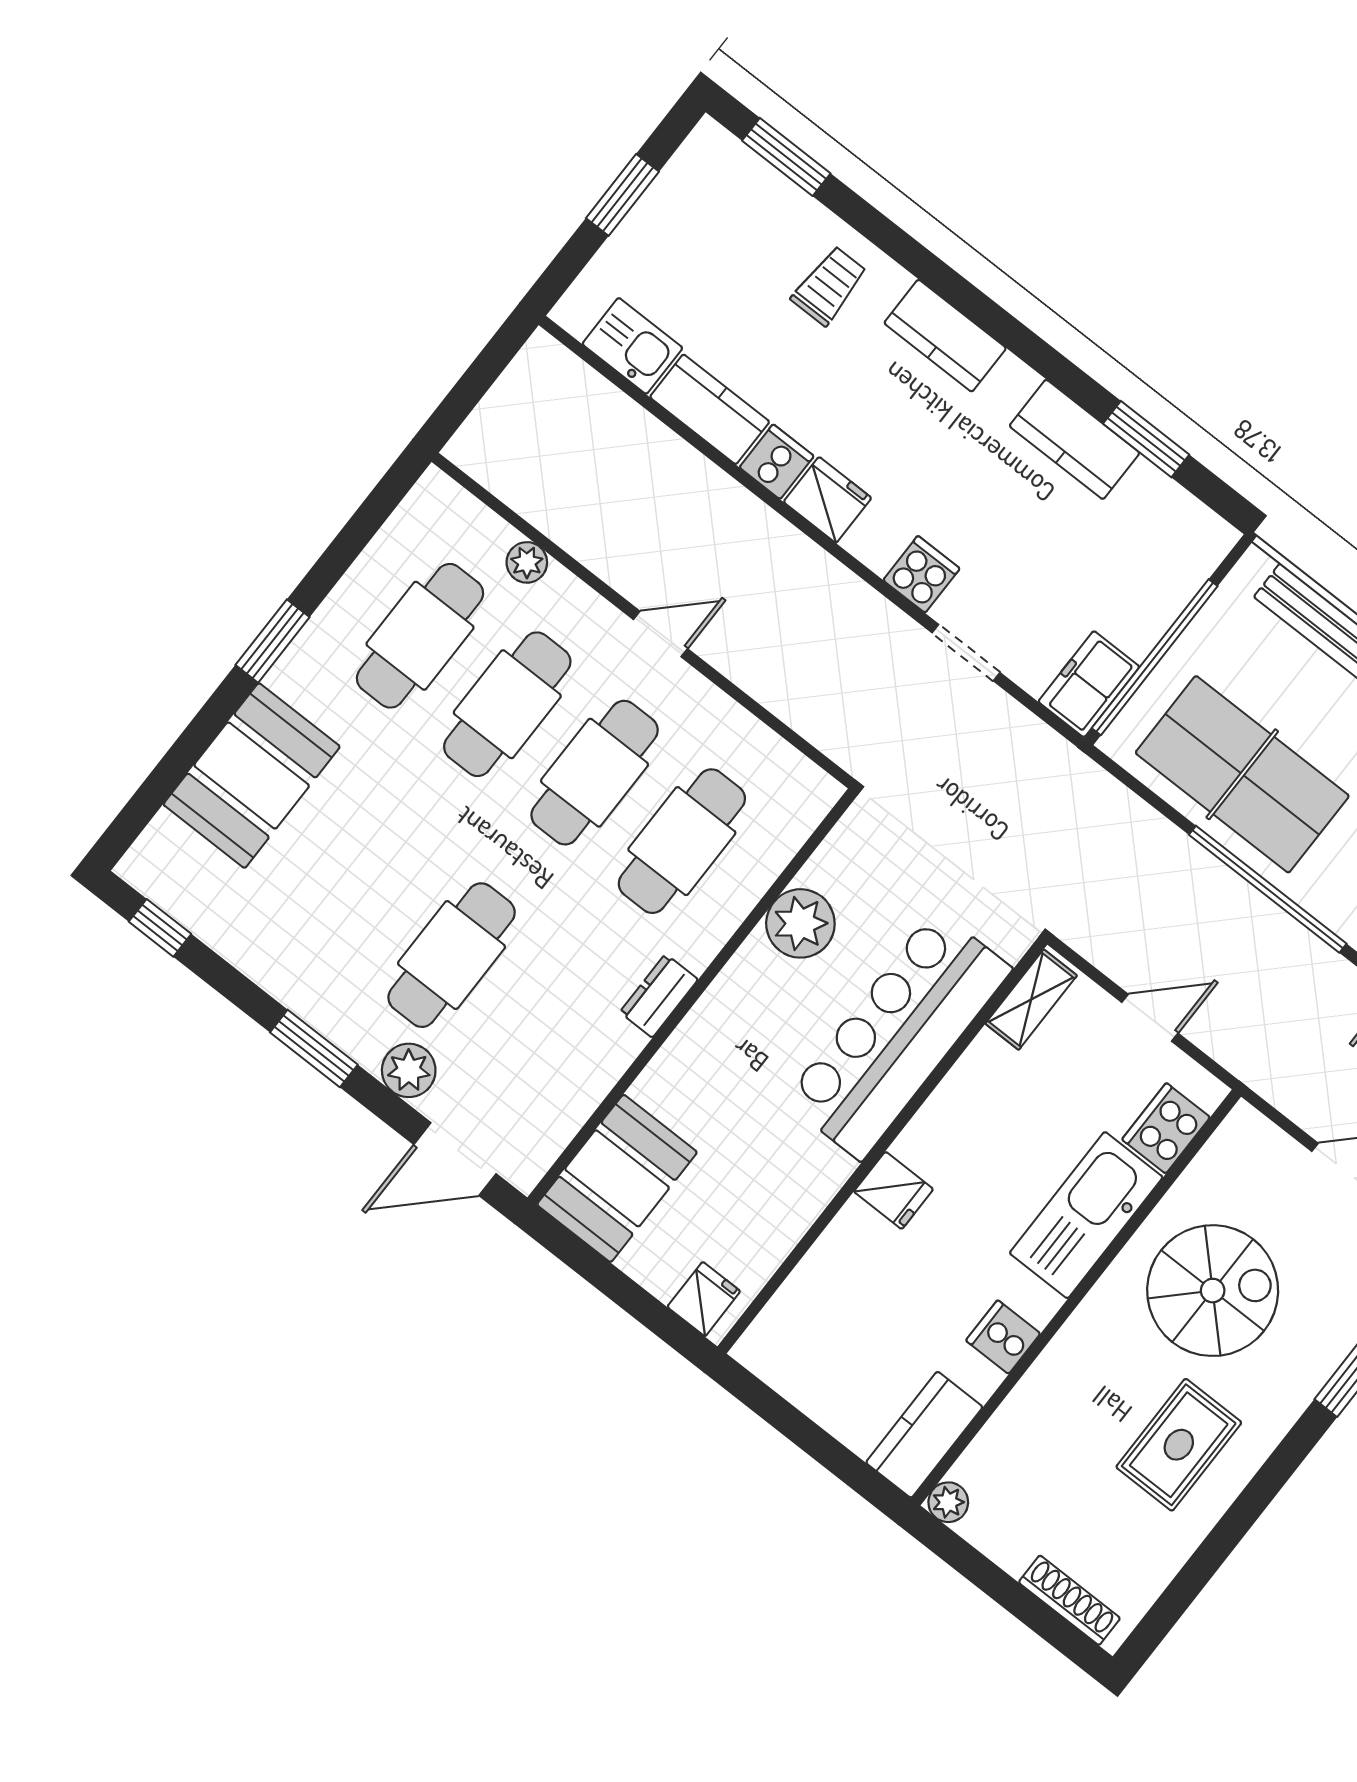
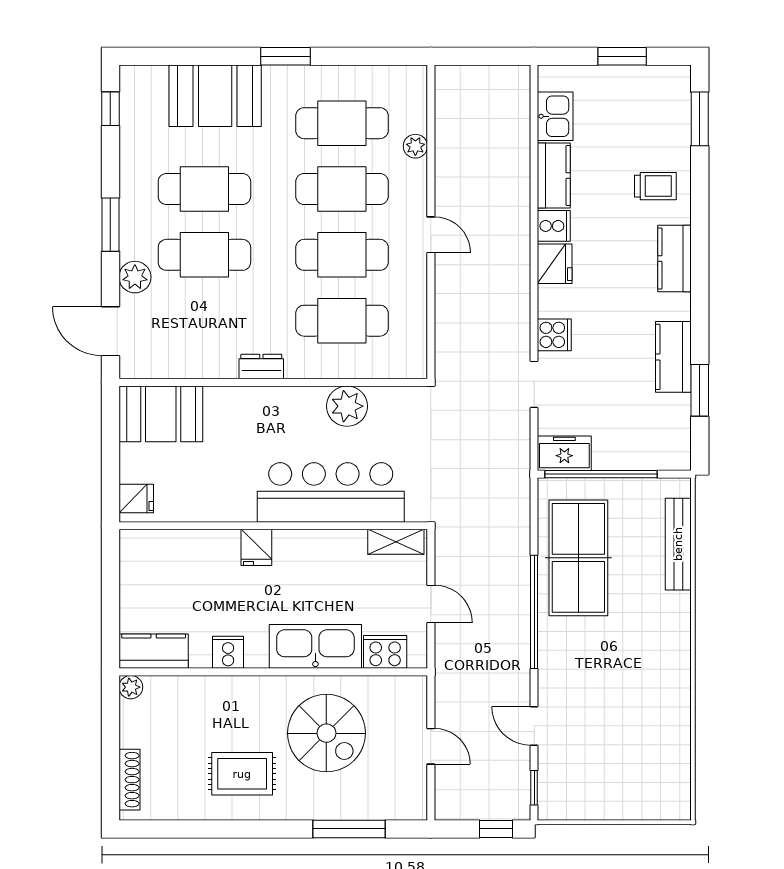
cafe table: (364, 887) -> (204, 189), added

